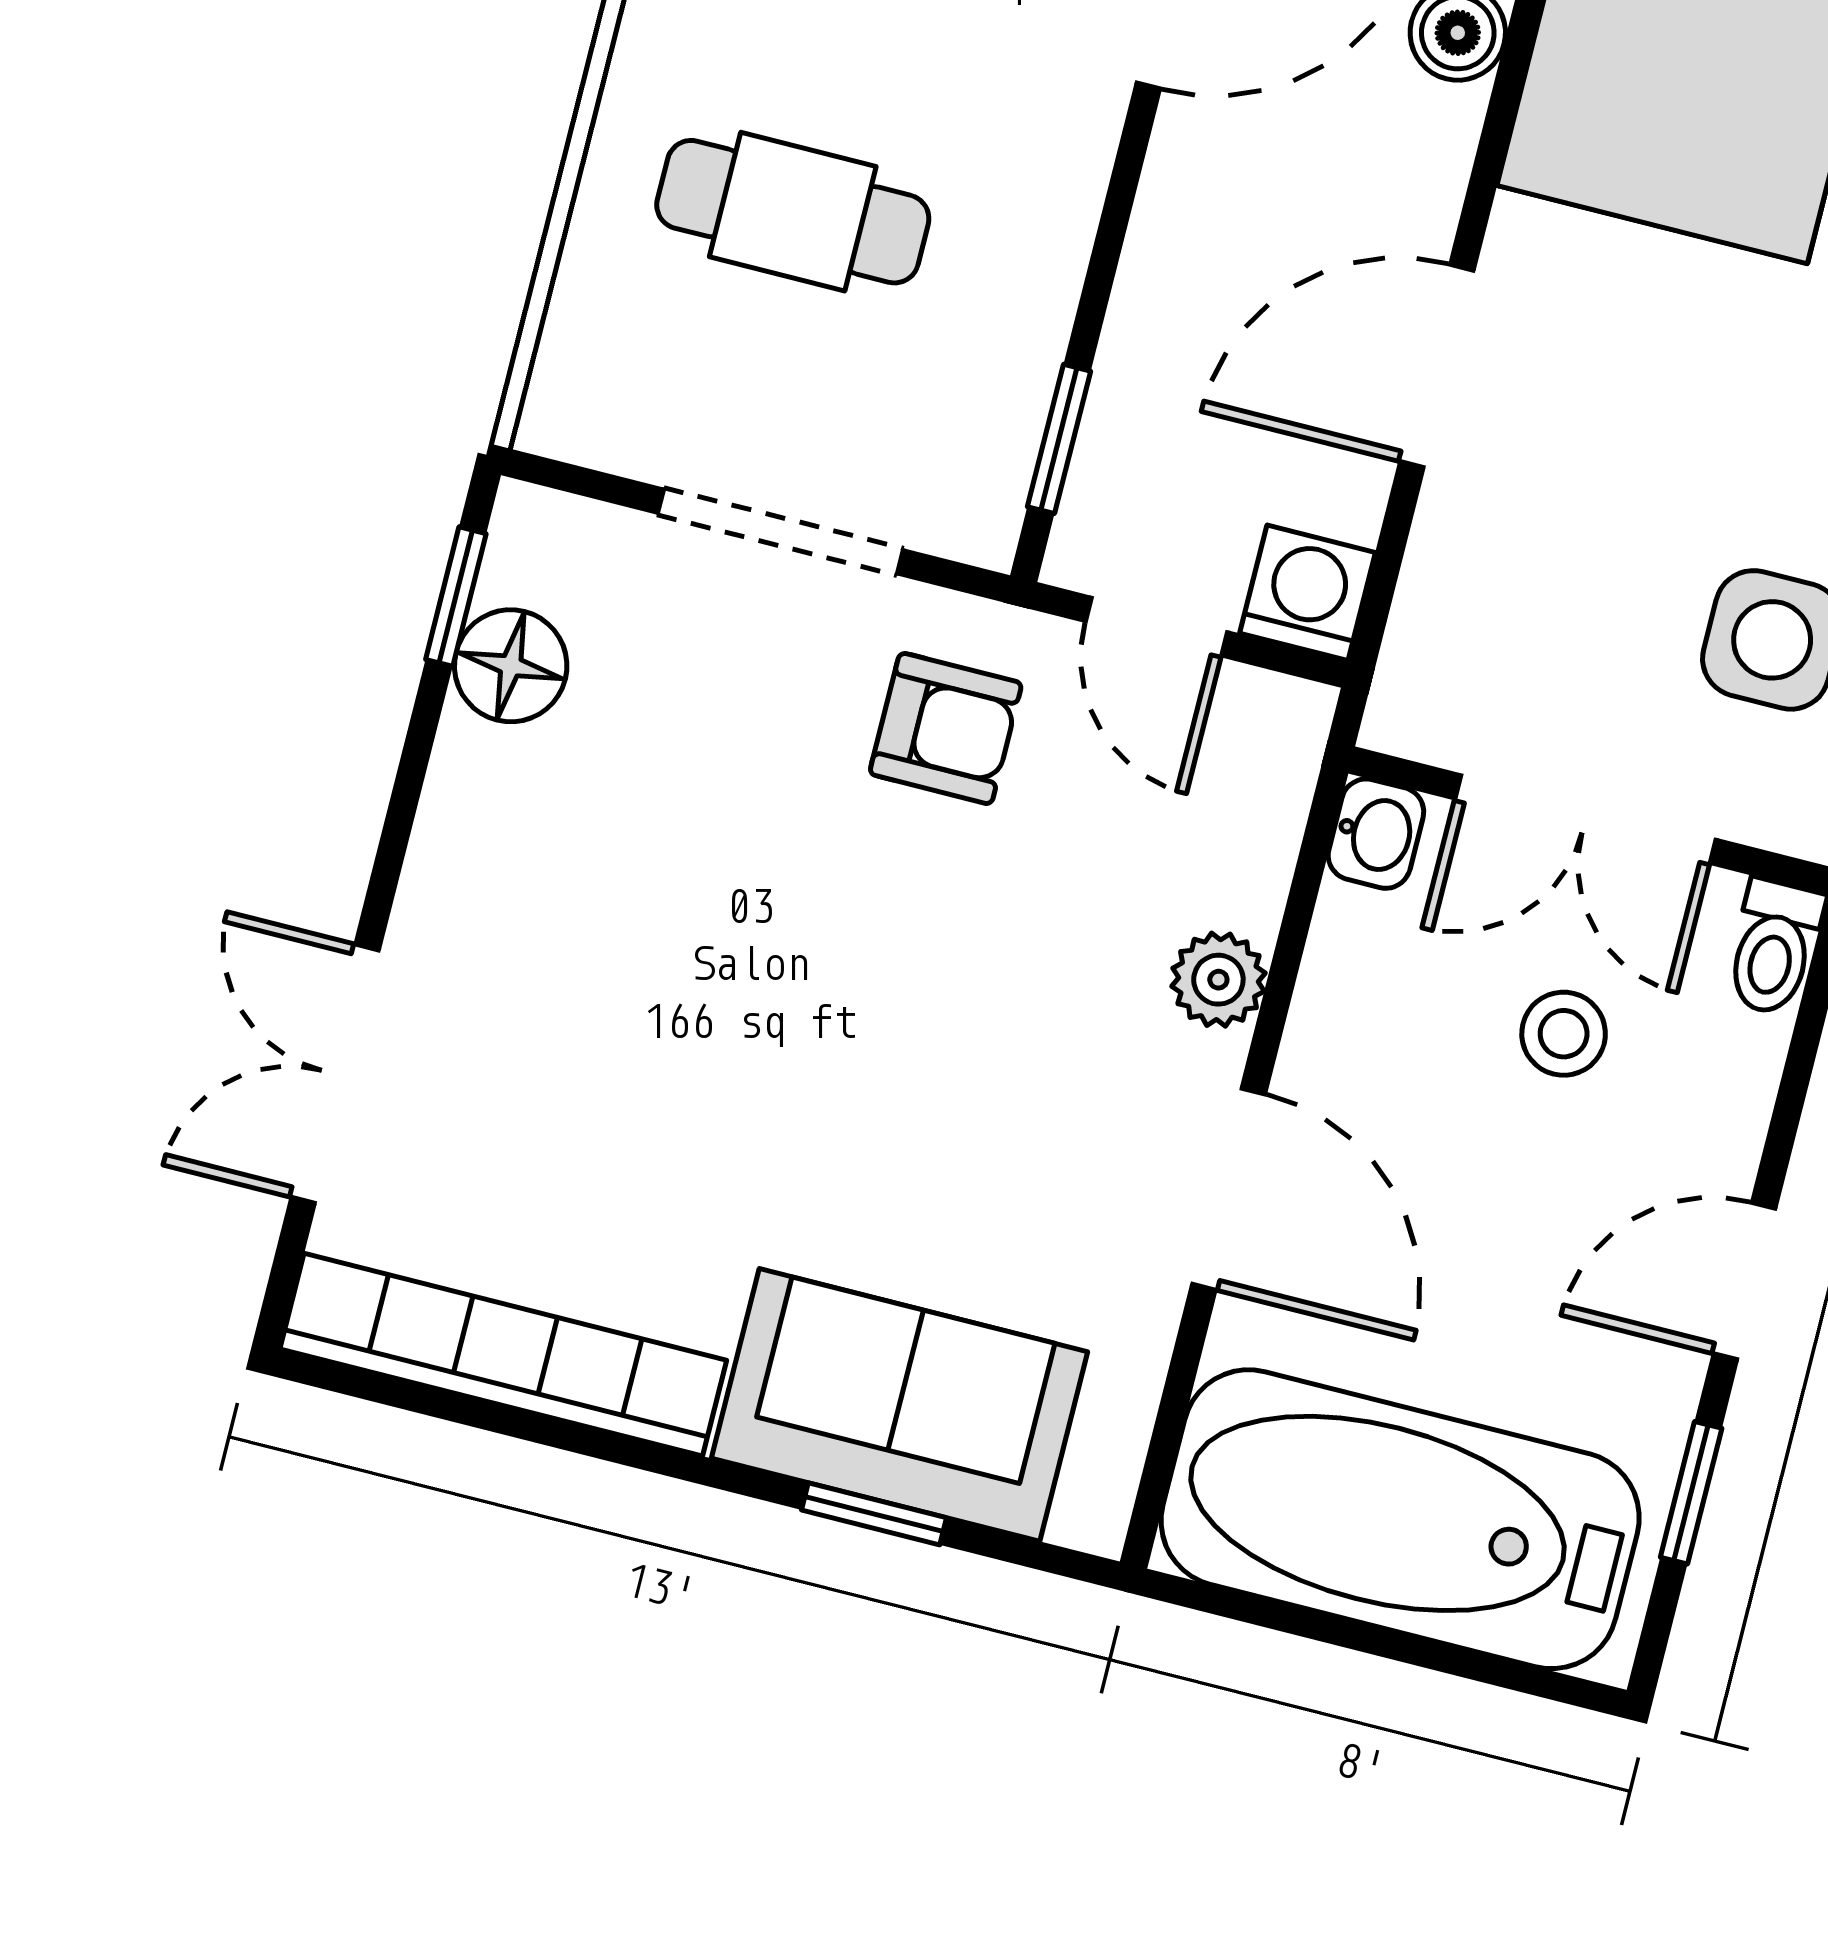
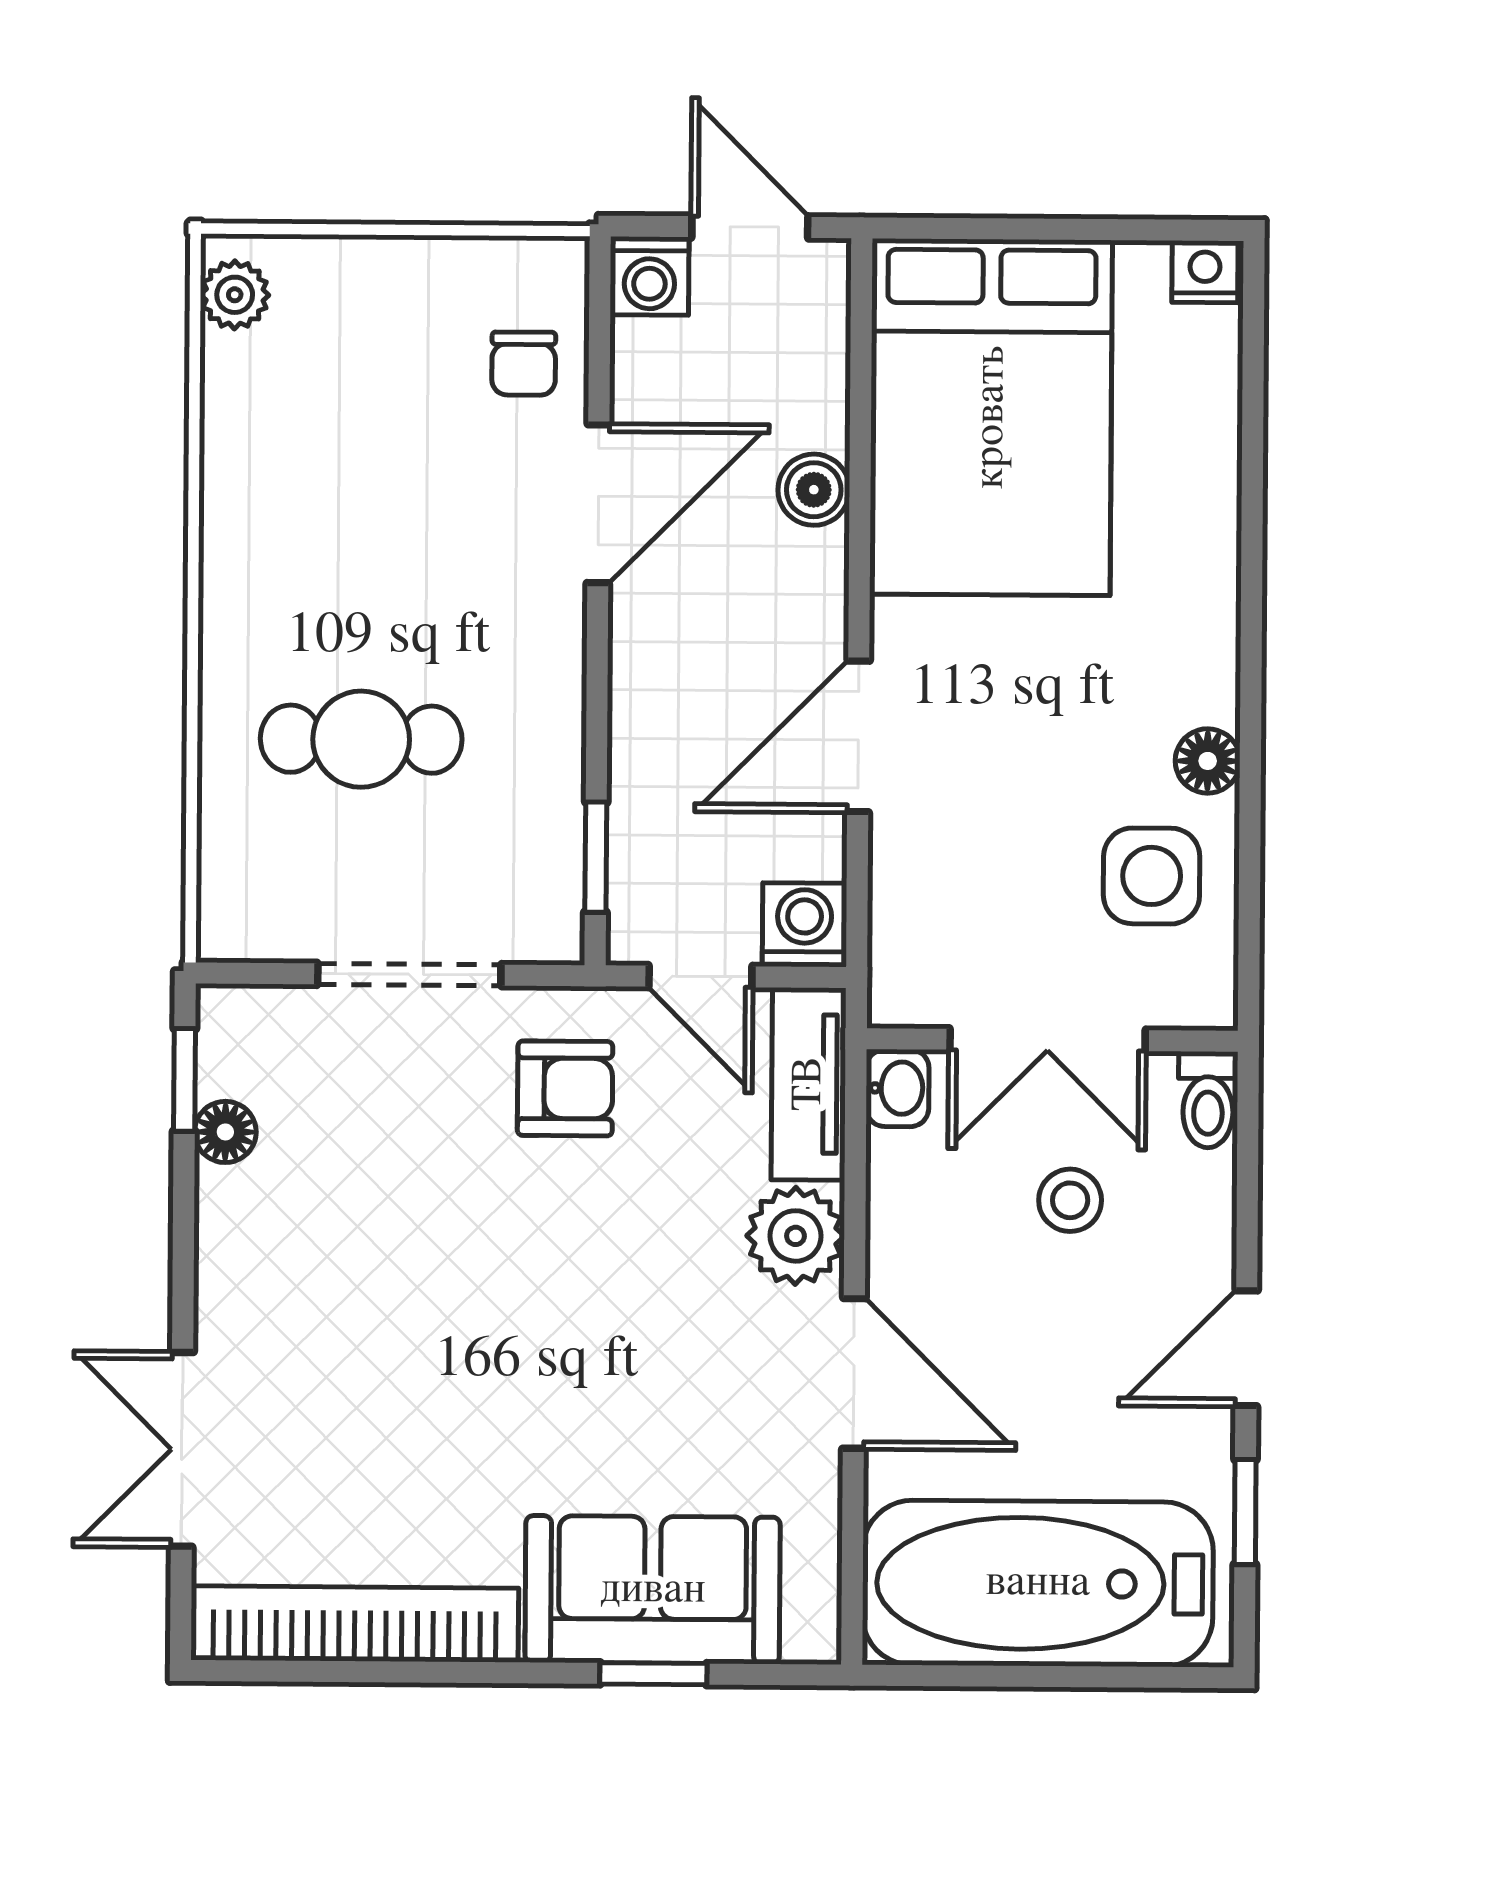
floor lamp: (511, 666) -> (225, 1132), width x0.73, depth x0.73
tv unit: (1262, 800) -> (809, 1084), added
plant: (1218, 980) -> (795, 1236), width x1.38, depth x1.38

